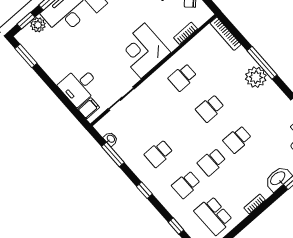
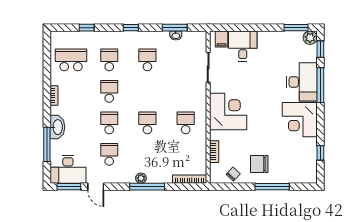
plant: (38, 25) -> (310, 38), moved
plant: (256, 77) -> (141, 178), width x0.53, depth x0.53
school desk: (263, 117) -> (109, 154), added
washbasin: (111, 139) -> (176, 35), moved

